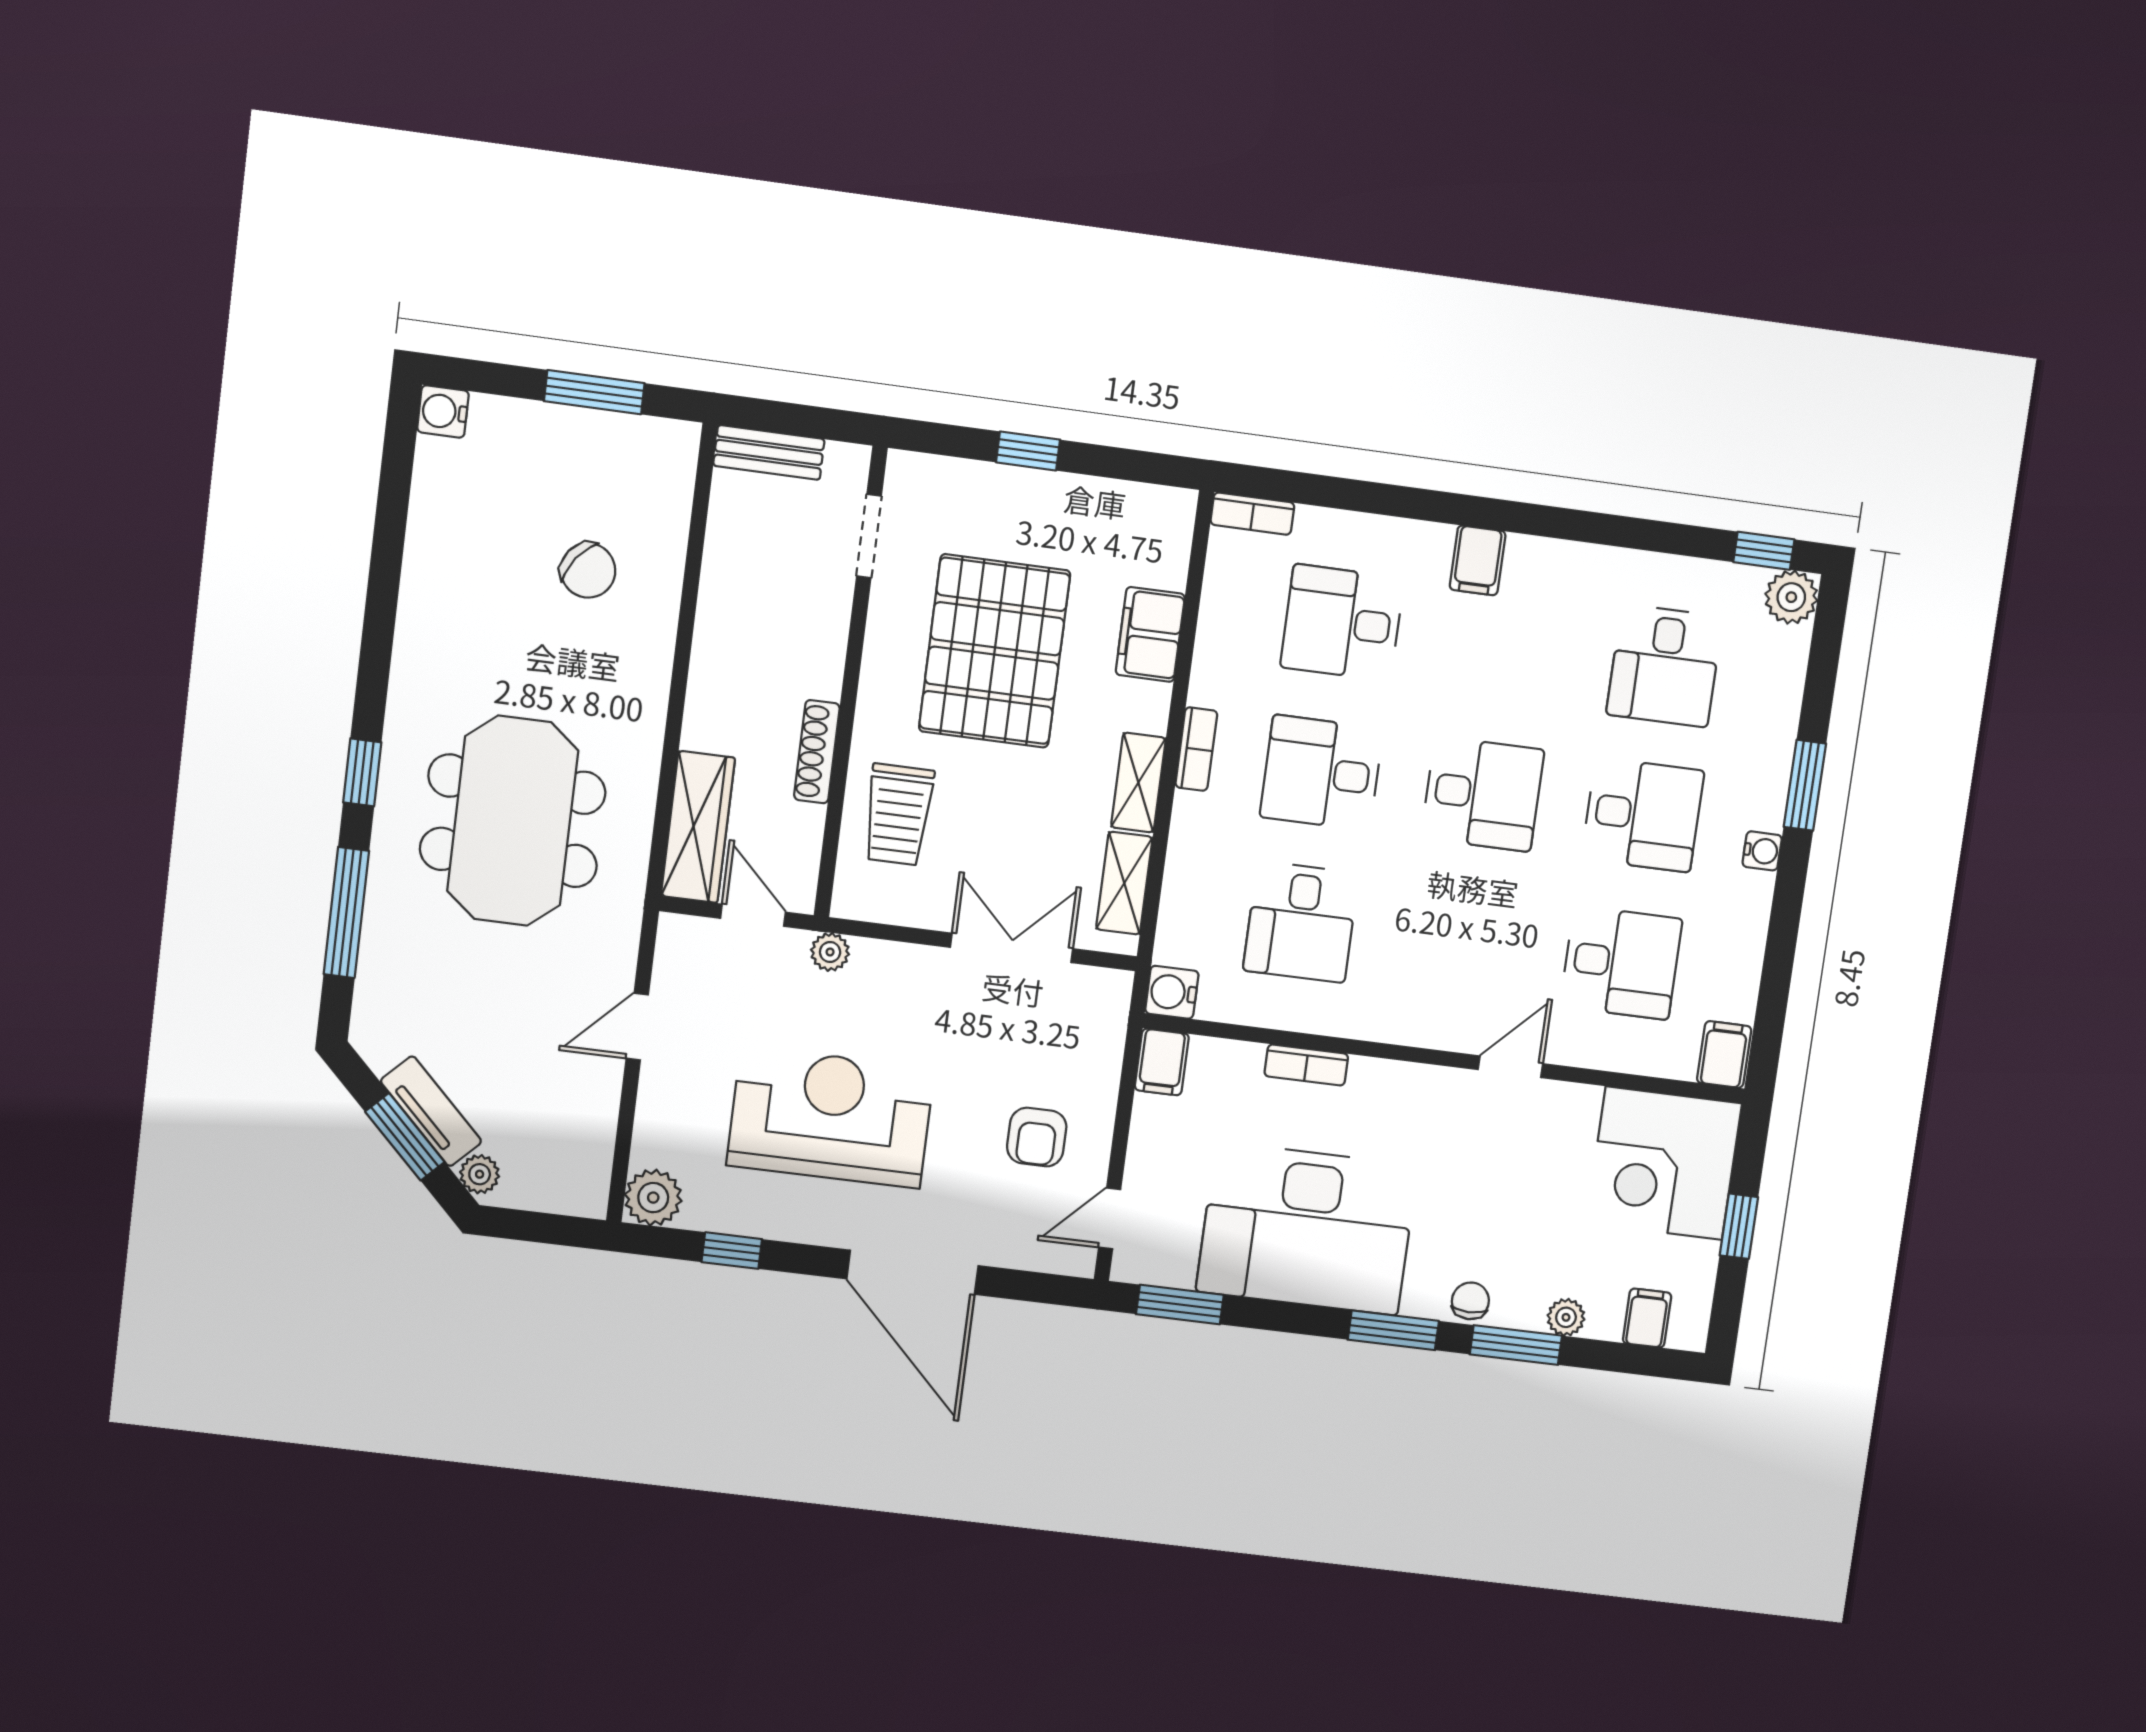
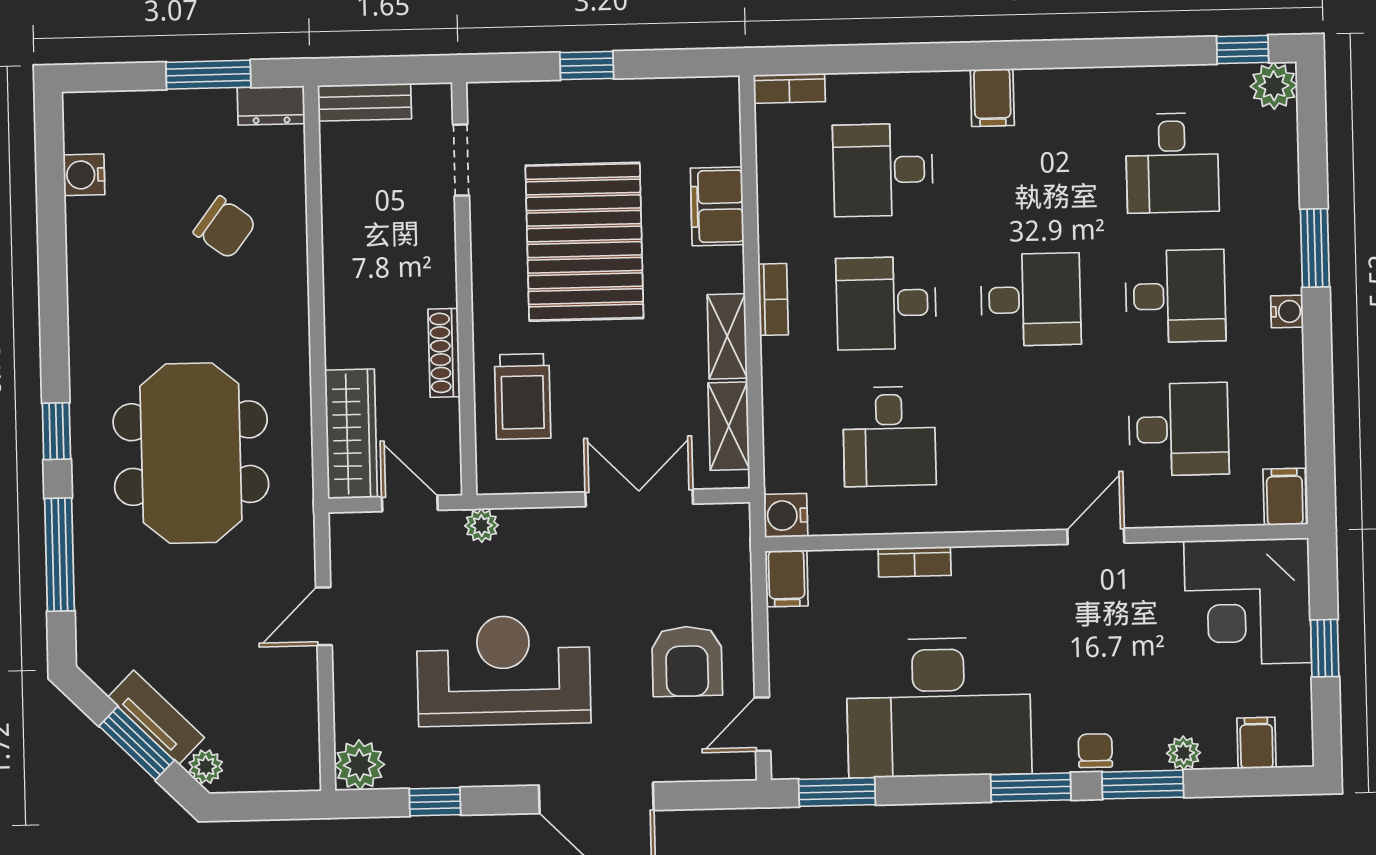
water cooler: (443, 411) -> (84, 175), moved
dresser: (661, 439) -> (271, 106), added
armchair: (1037, 1137) -> (687, 661), width x1.38, depth x1.38

